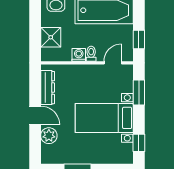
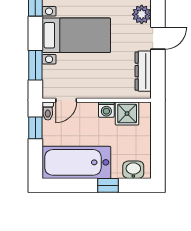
shower: (51, 37) -> (127, 114), moved
toilet: (91, 54) -> (48, 111), moved
door: (35, 115) -> (158, 38), swing flipped

